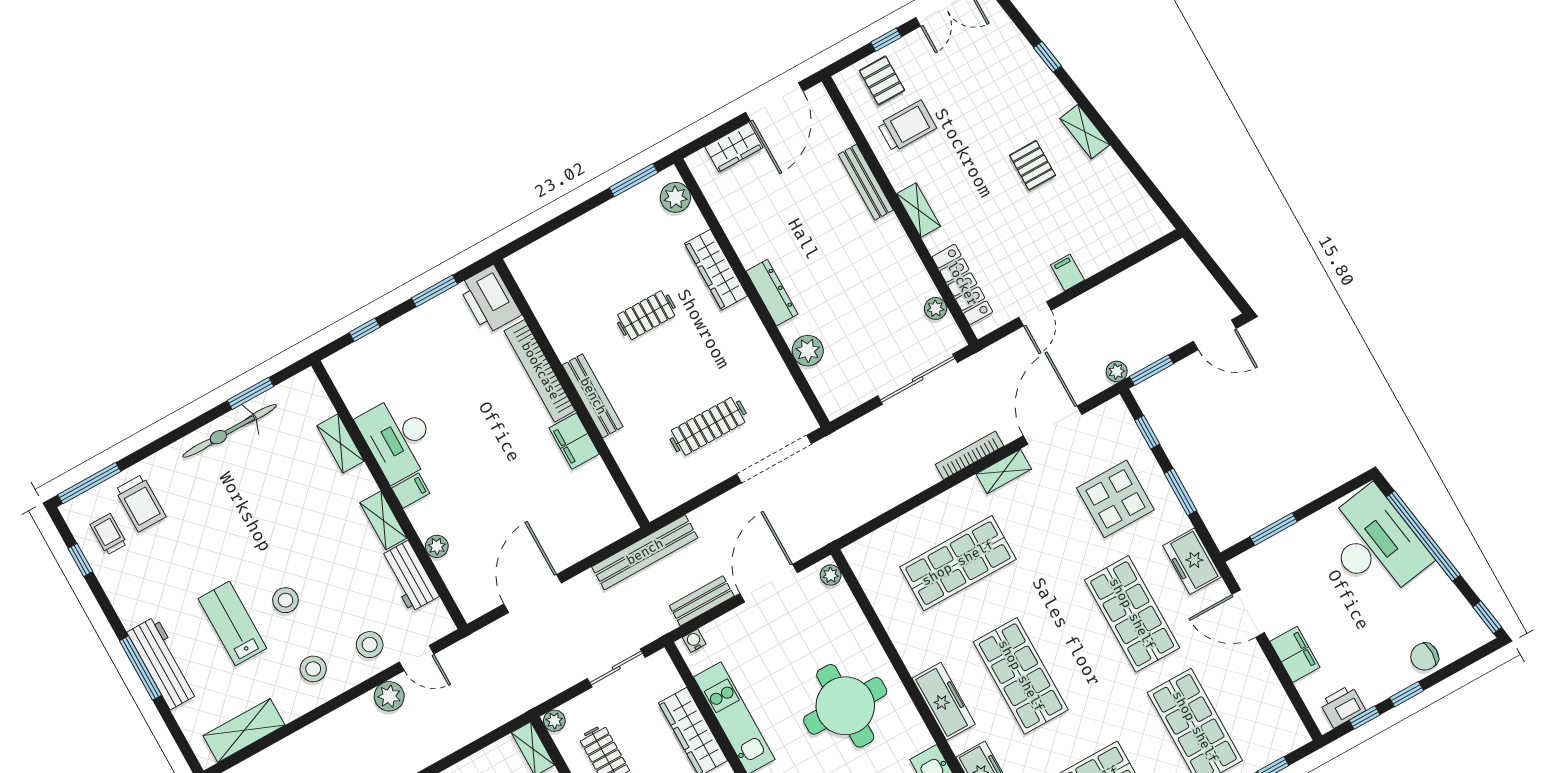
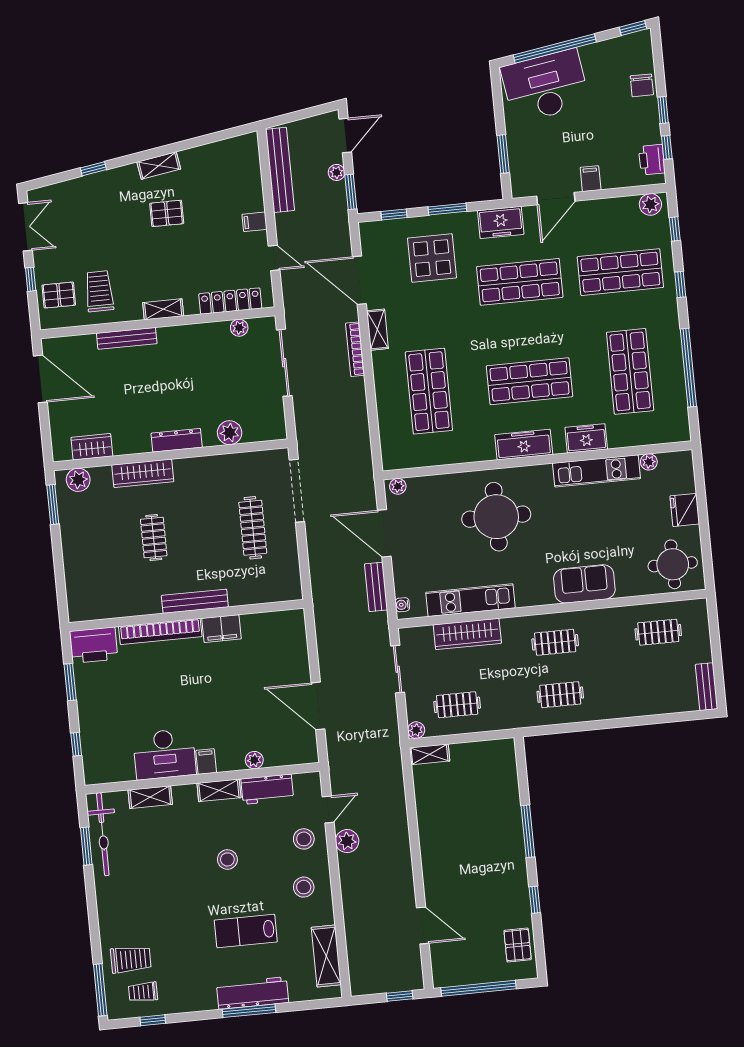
wardrobe: (734, 147) -> (92, 447), moved, turned -90
plant: (1117, 371) -> (337, 172), moved
bicycle: (230, 431) -> (103, 834), moved
bench: (645, 552) -> (280, 170), moved
stool: (286, 600) -> (227, 859), moved
filing cabinet: (1295, 654) -> (591, 179), width x0.50
plant: (1289, 727) -> (650, 204), added

